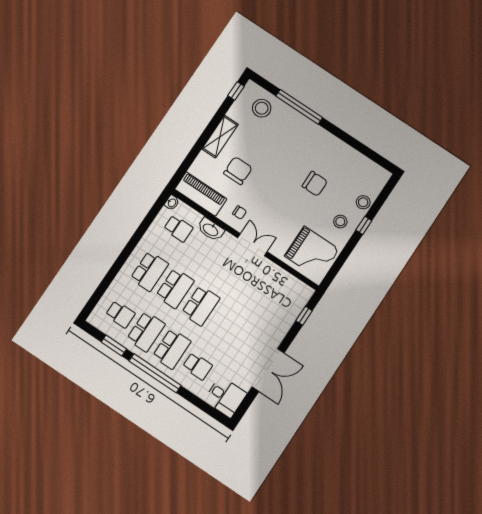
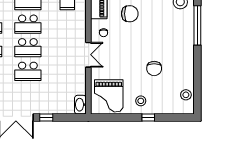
stool: (363, 202) -> (186, 95), moved
washbasin: (211, 230) -> (80, 105), moved
window: (304, 316) -> (46, 117), moved
school desk: (226, 323) -> (28, 71), added

